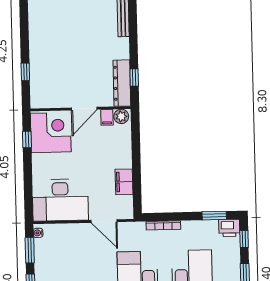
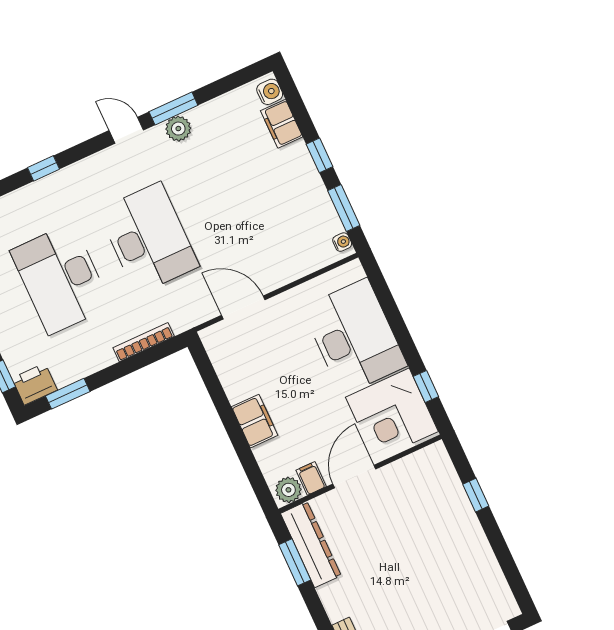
window: (134, 77) -> (295, 562), width x1.50
filing cabinet: (124, 182) -> (255, 421), moved
desk: (60, 200) -> (354, 337), moved, turned 90

